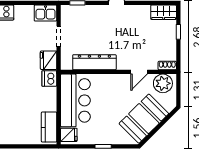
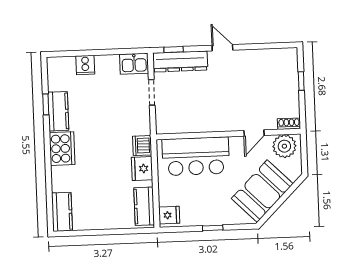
wardrobe: (164, 12) -> (282, 57), removed
fridge: (49, 60) -> (142, 168), moved
dresser: (94, 62) -> (180, 62), moved, turned 180
bar counter: (75, 100) -> (196, 156), moved, turned 90

